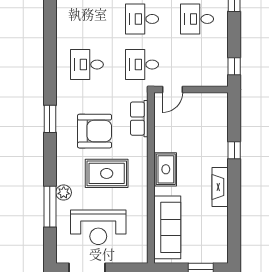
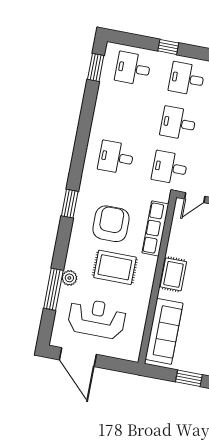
row of seats: (139, 119) -> (155, 228), width x1.48
armchair: (95, 131) -> (111, 224), turned -90
reception desk: (98, 227) -> (97, 318), turned 180

